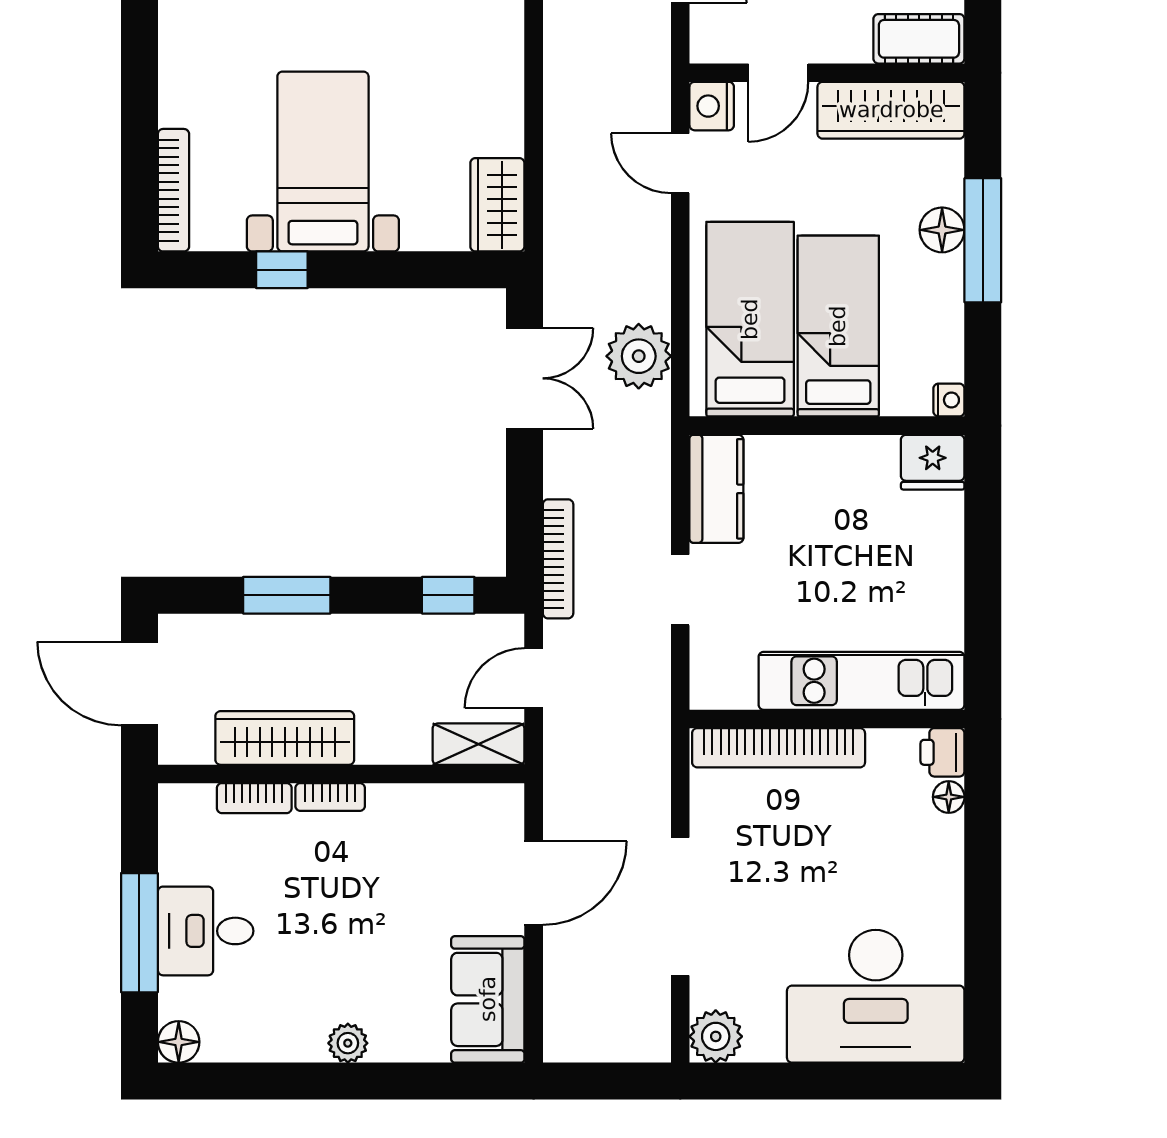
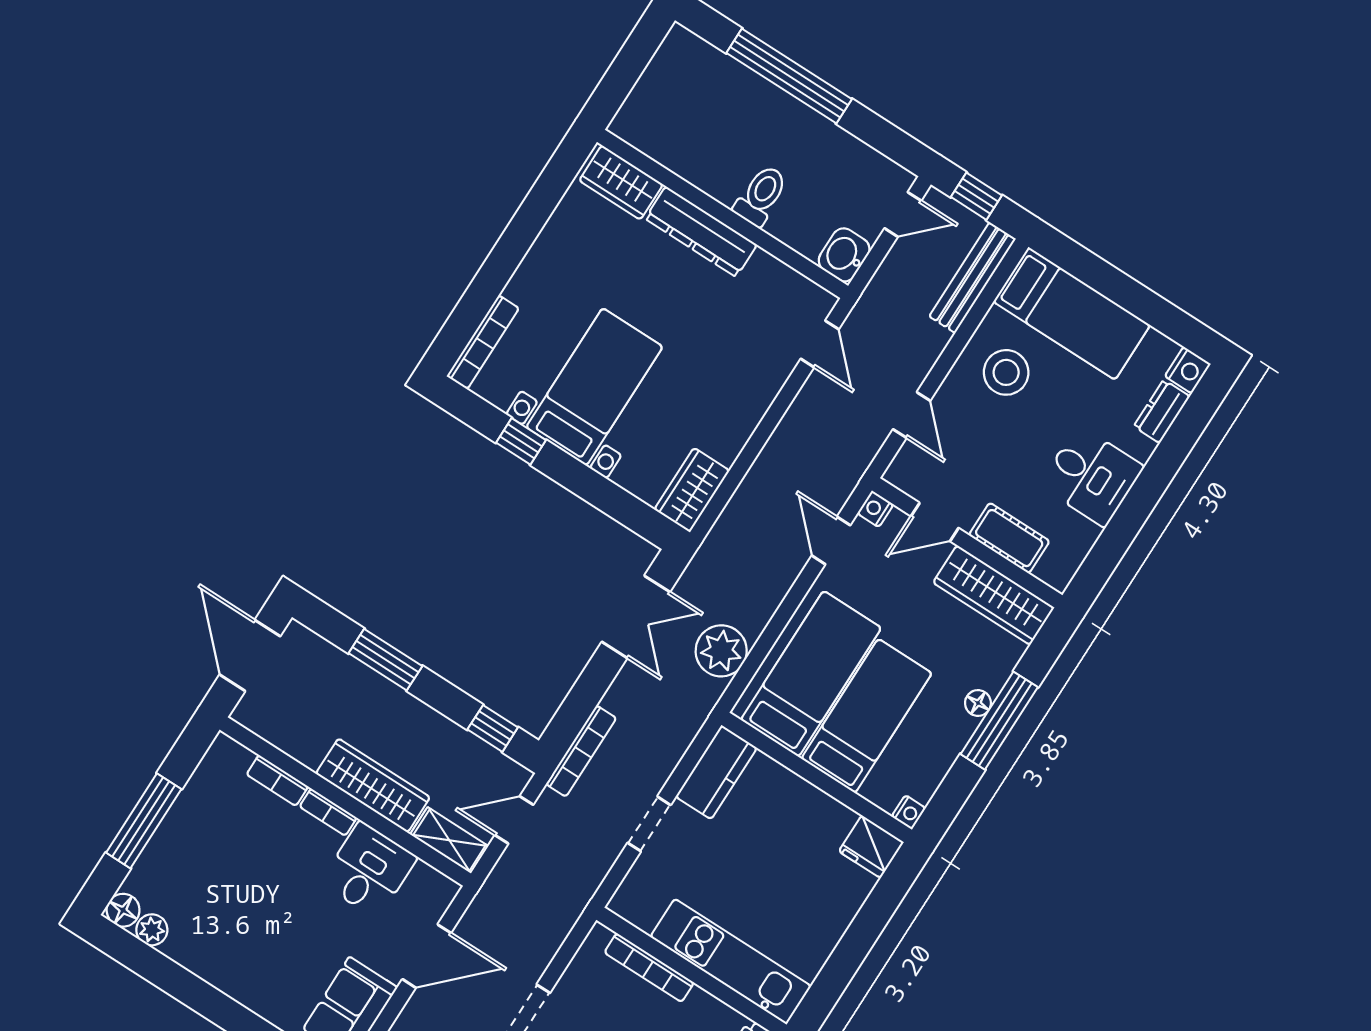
cot: (919, 39) -> (1009, 538), moved
nightstand: (712, 106) -> (875, 509), width x0.72, depth x0.74
floor lamp: (942, 230) -> (978, 703), width x0.73, depth x0.73
wardrobe: (285, 738) -> (373, 785), moved
bookcase: (779, 748) -> (649, 968), width x0.68, depth x0.76
desk: (206, 931) -> (369, 870), moved, turned 90
plant: (348, 1043) -> (152, 930), moved

